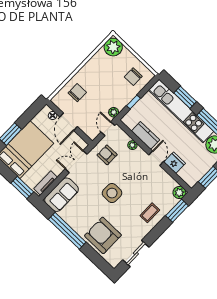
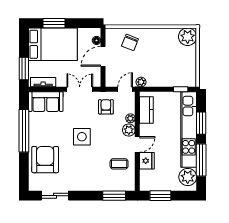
chair: (133, 77) -> (180, 72), removed
chair: (77, 93) -> (130, 42), turned 112
window: (133, 102) -> (181, 89), moved
kitchen counter: (145, 135) -> (146, 110), moved
plant: (179, 193) -> (129, 130), moved
coffee table: (150, 213) -> (119, 164), moved

